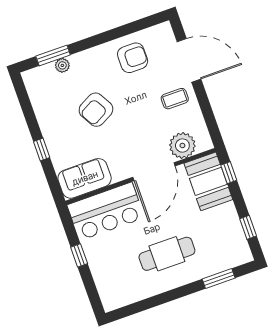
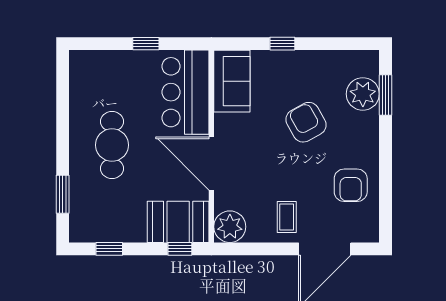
plant: (62, 65) -> (363, 94), width x1.88, depth x1.88
plant: (182, 146) -> (230, 227), moved

